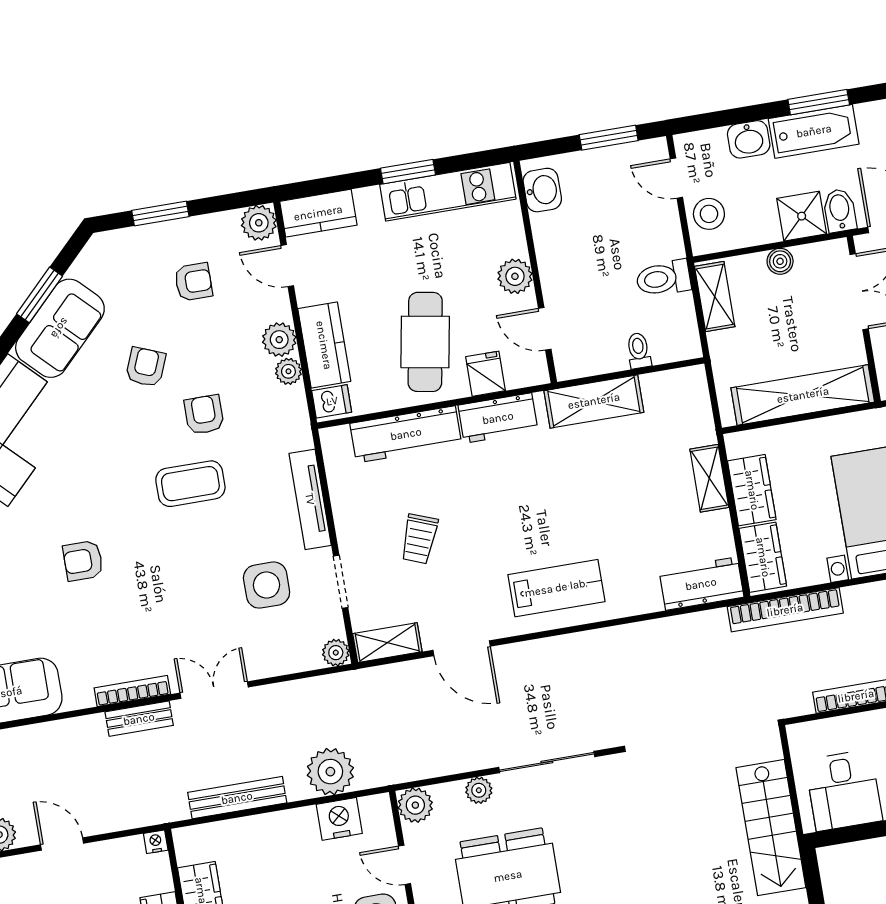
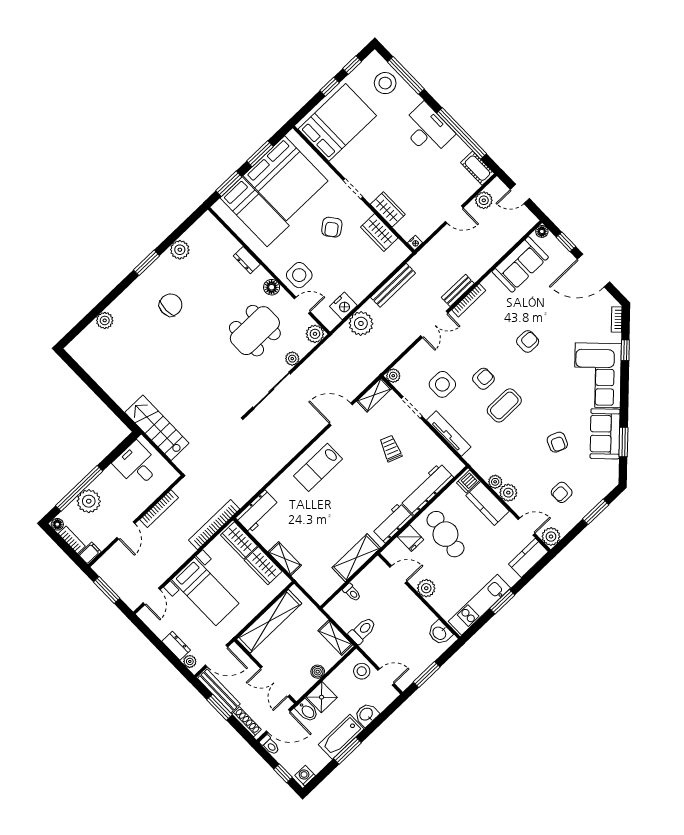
armchair: (204, 415) -> (483, 379), moved, turned -90

